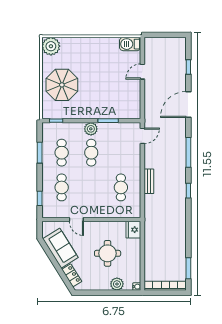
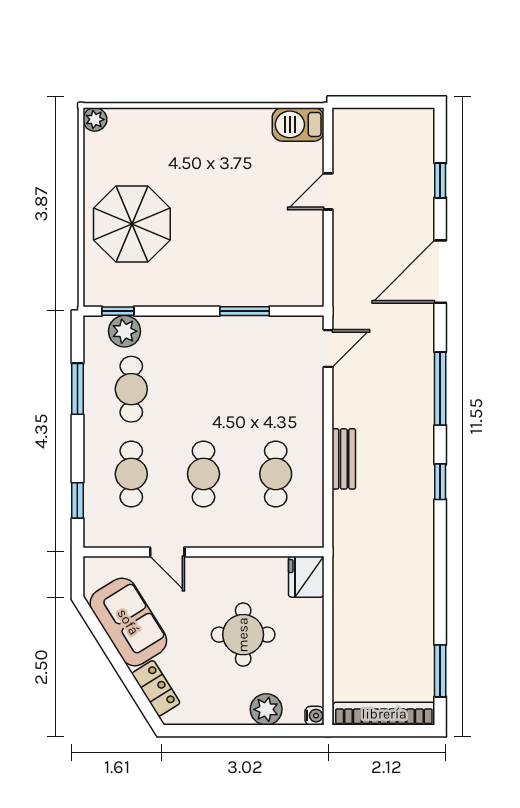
plant: (51, 46) -> (95, 119), width x0.53, depth x0.53
plant: (91, 129) -> (125, 331), moved
cafe table: (91, 153) -> (203, 474), moved

